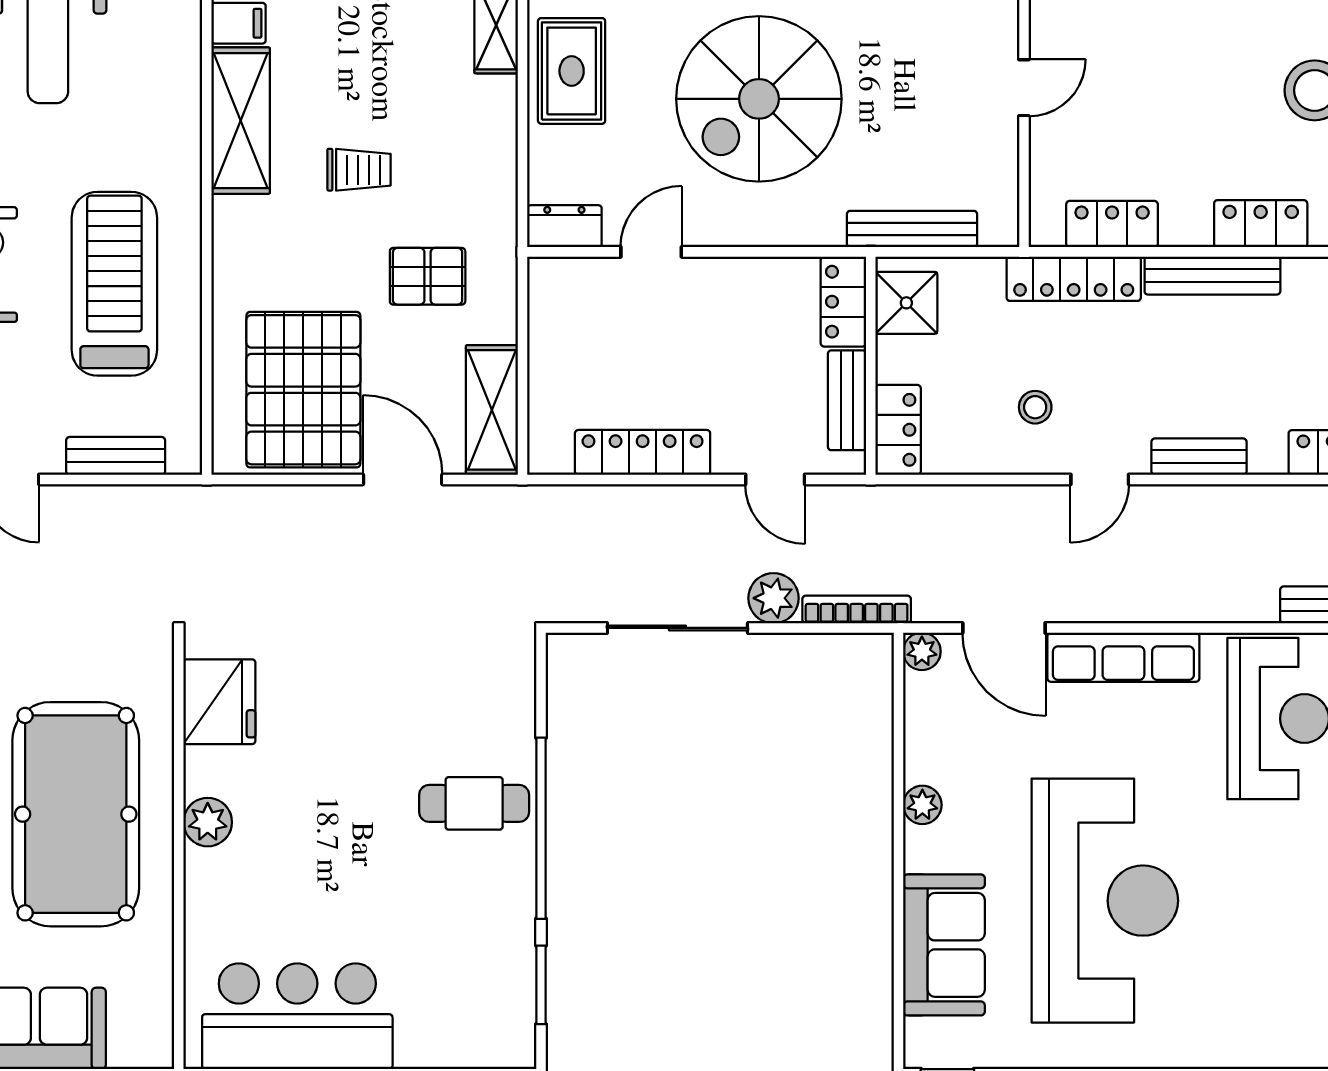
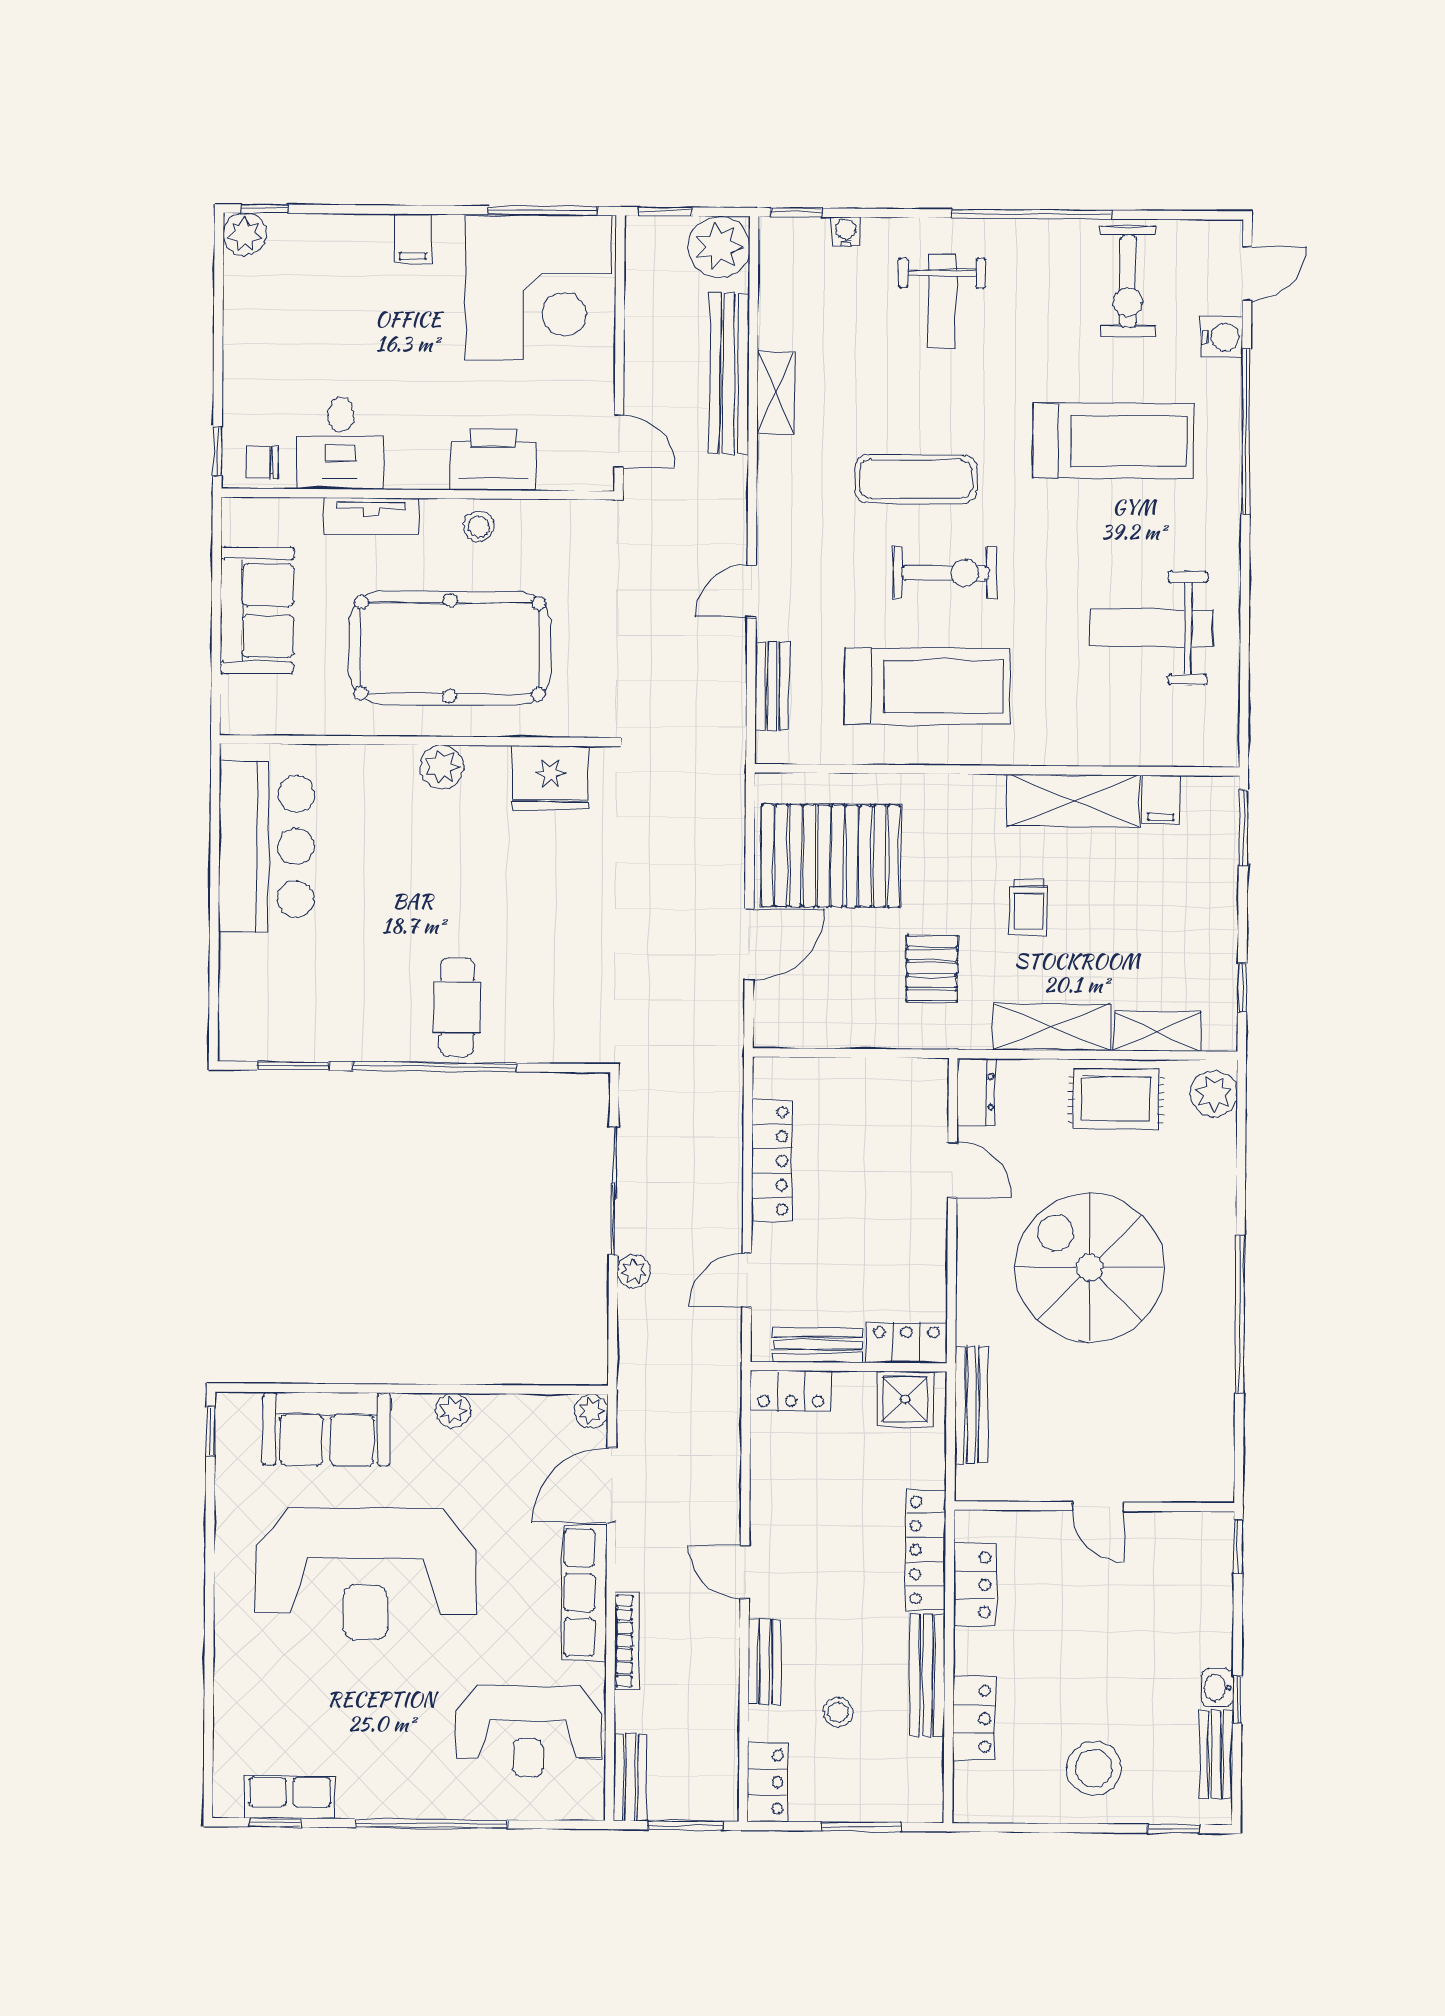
stool: (1035, 407) -> (838, 1712), moved
shelving: (492, 410) -> (1052, 1027), moved
plant: (774, 598) -> (634, 1271), width x0.73, depth x0.73
bookcase: (857, 609) -> (627, 1641), moved

